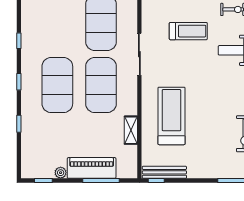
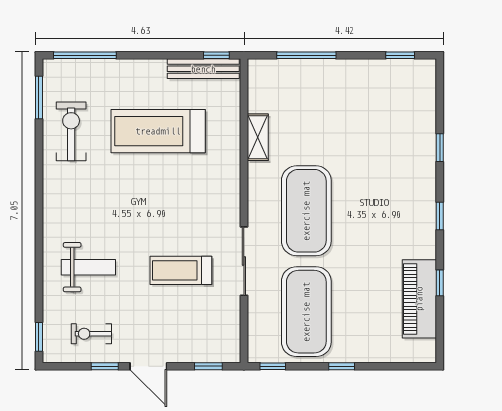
treadmill: (188, 31) -> (181, 270), moved
exercise mat: (57, 85) -> (377, 211), removed
treadmill: (171, 116) -> (158, 131), moved, turned 90
piano: (92, 168) -> (419, 299), moved, turned 90
plant: (61, 173) -> (372, 68), removed

